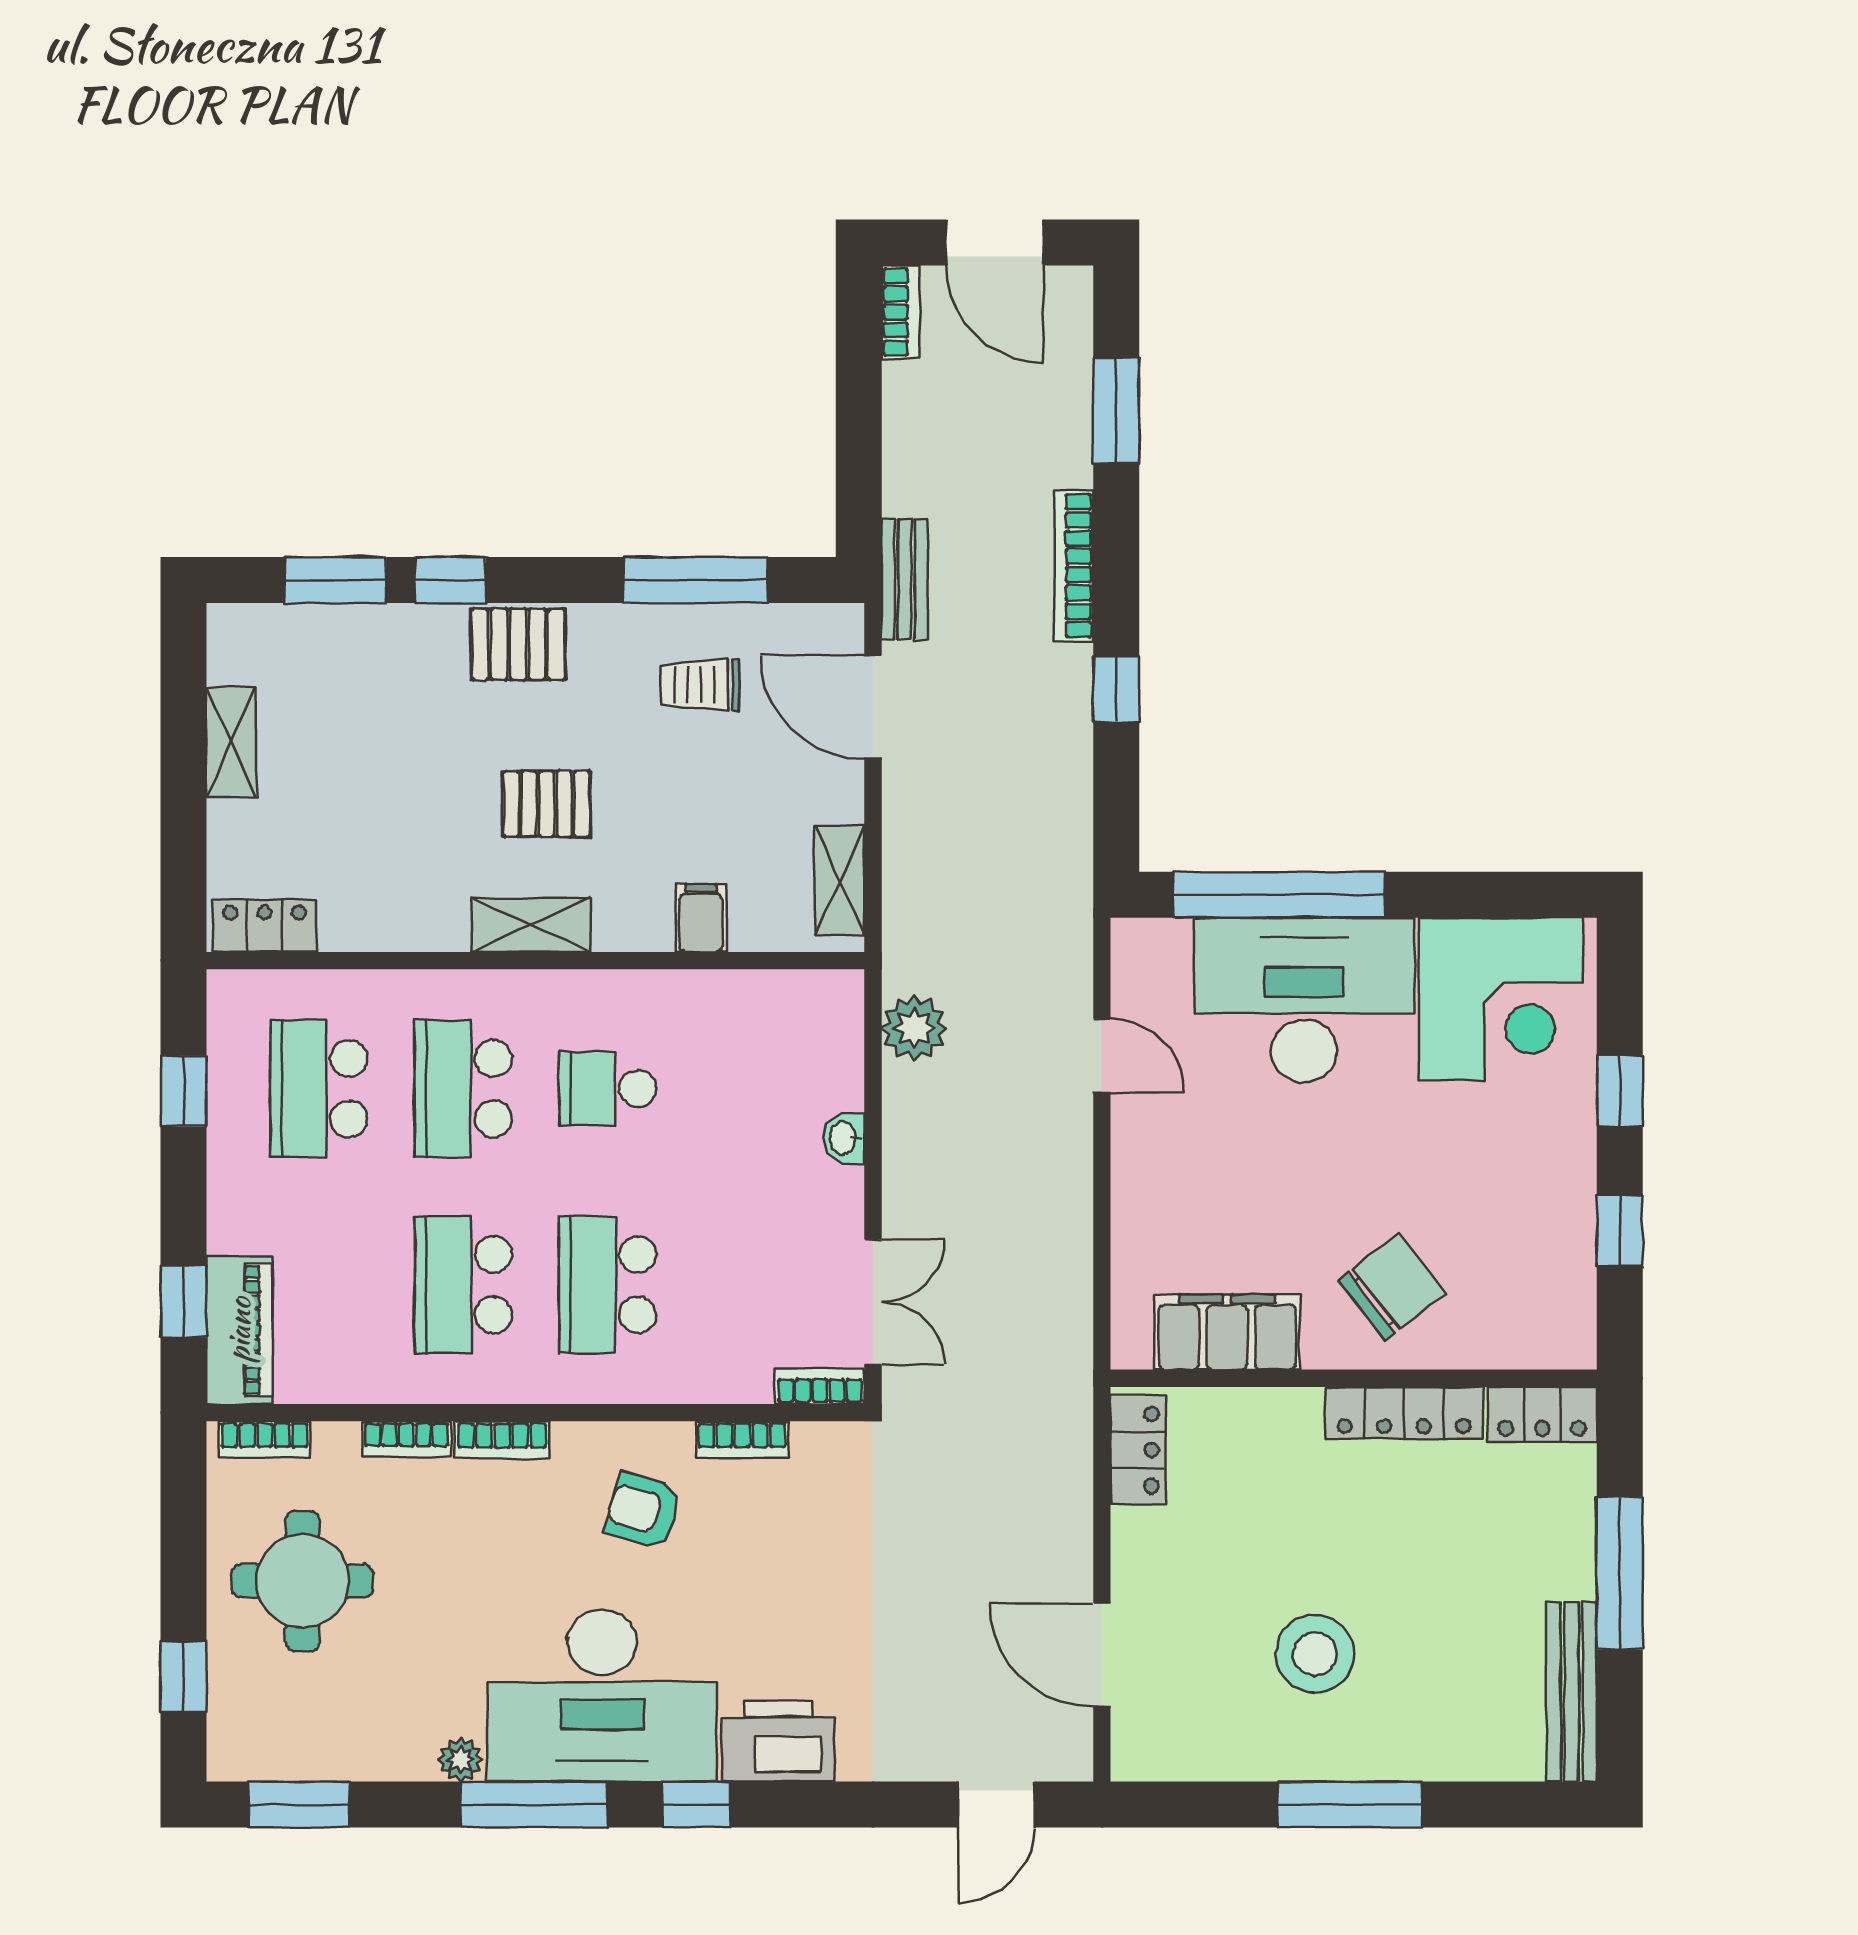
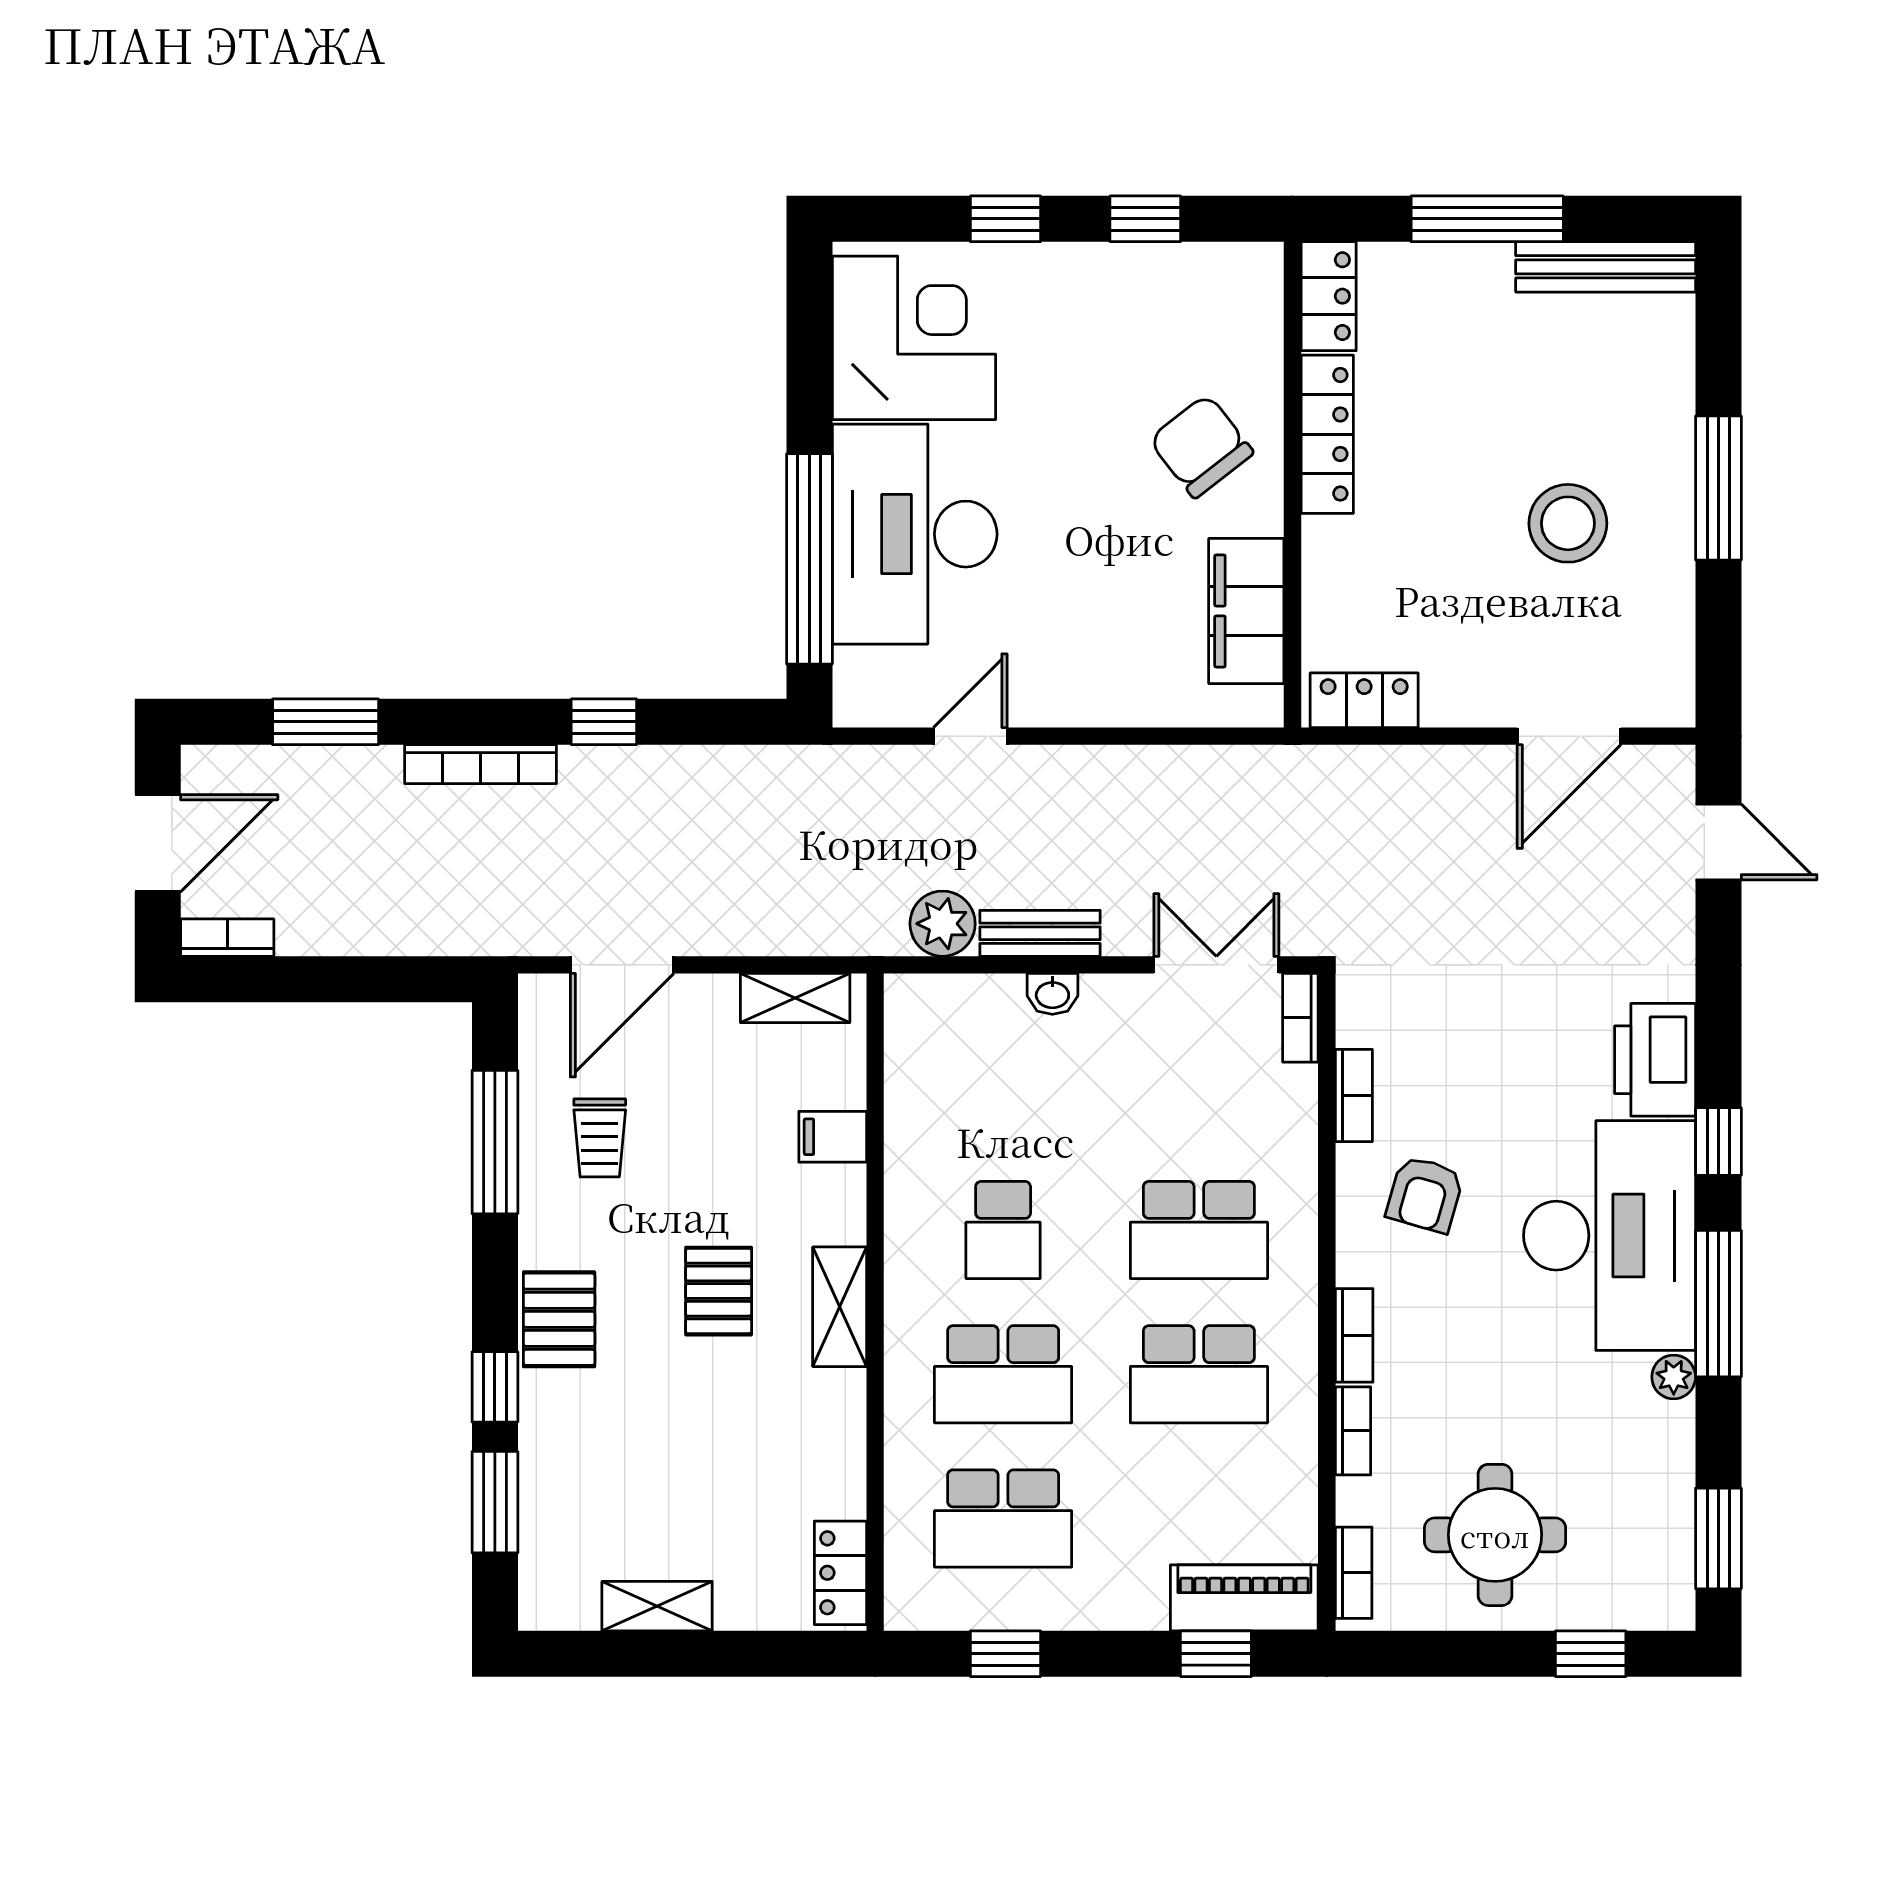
bench: (905, 579) -> (1040, 933), moved

